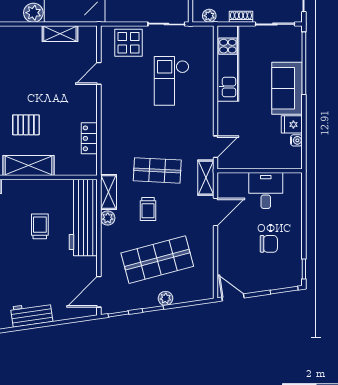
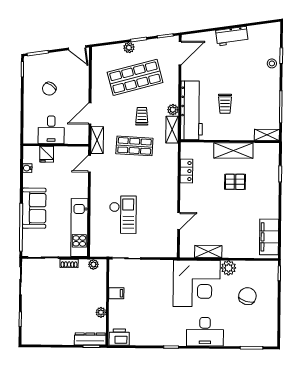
display table: (129, 43) -> (156, 244), removed
fridge: (292, 124) -> (47, 154), moved, turned 90
chair: (269, 244) -> (49, 89), turned -56

